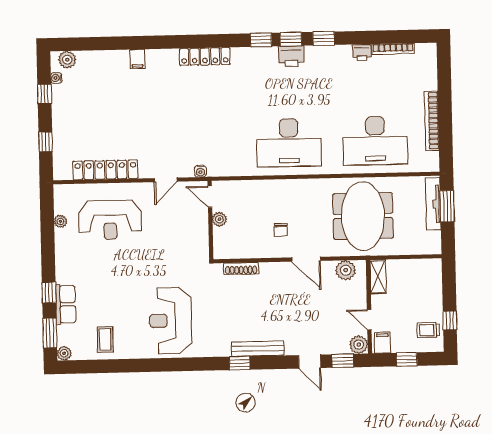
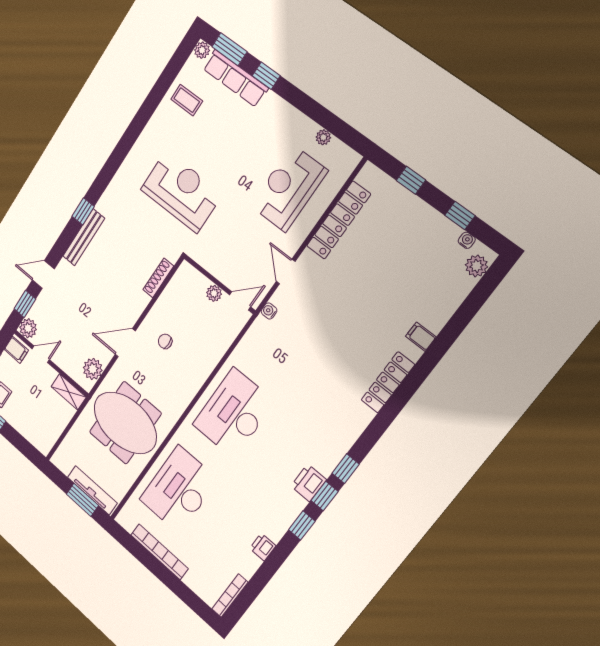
bookcase: (393, 49) -> (230, 596), moved
locker: (205, 57) -> (388, 382), moved
row of seats: (66, 304) -> (235, 78), width x1.48
reception desk: (170, 321) -> (181, 192), moved

